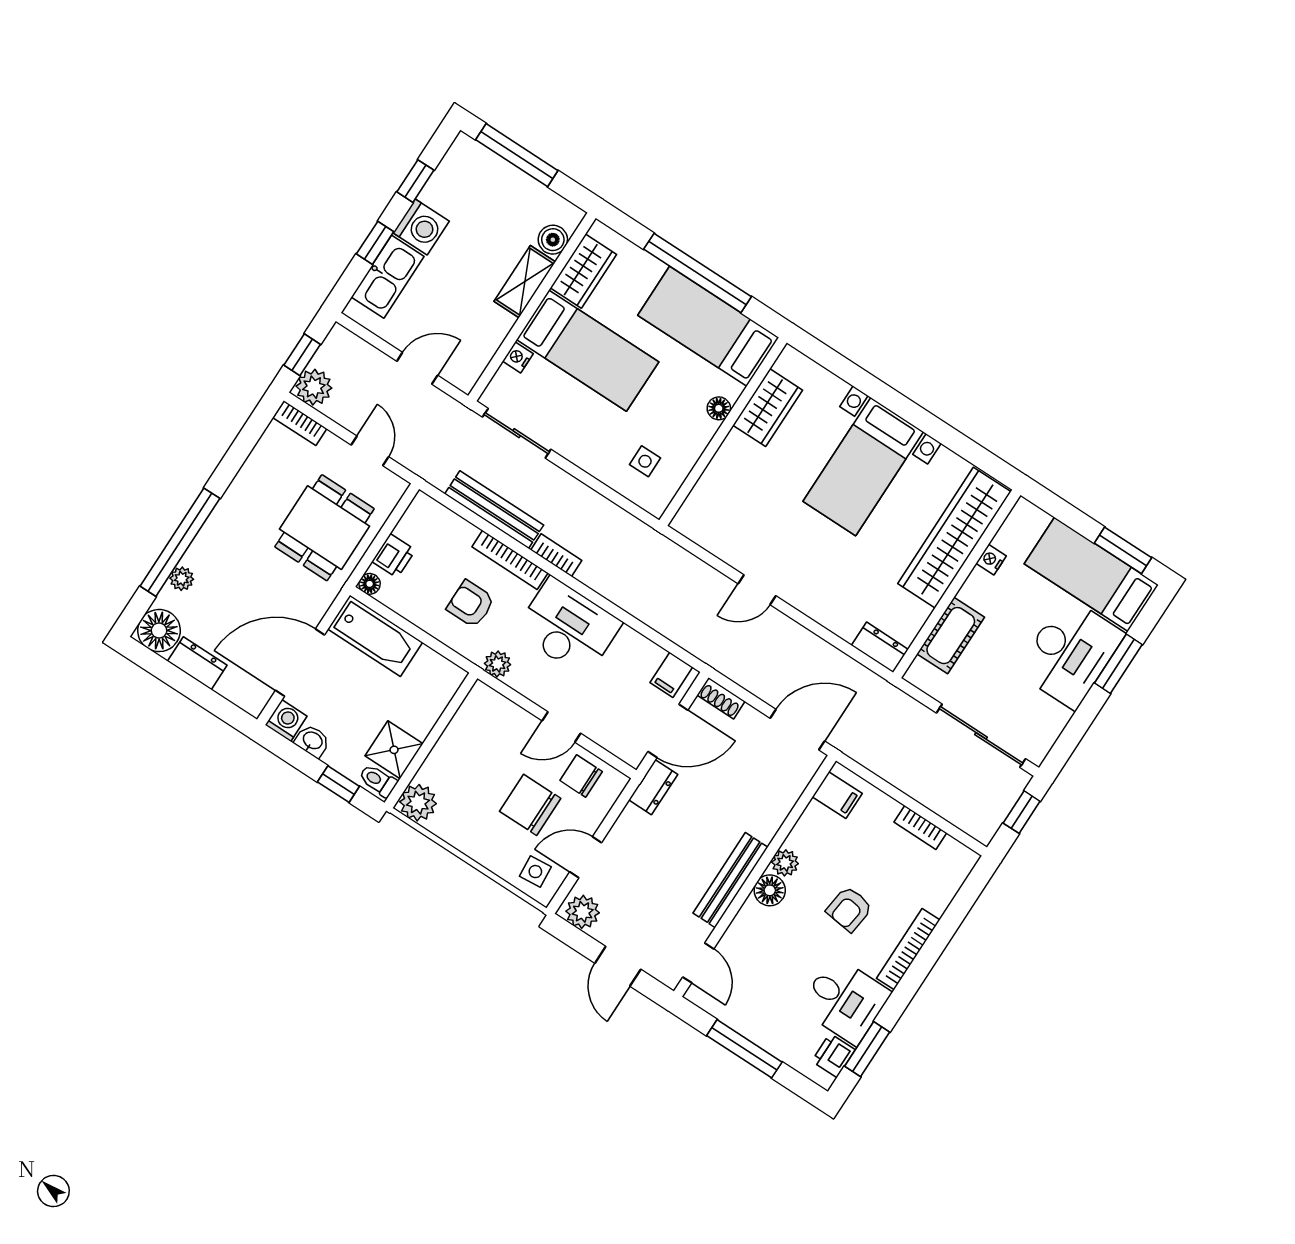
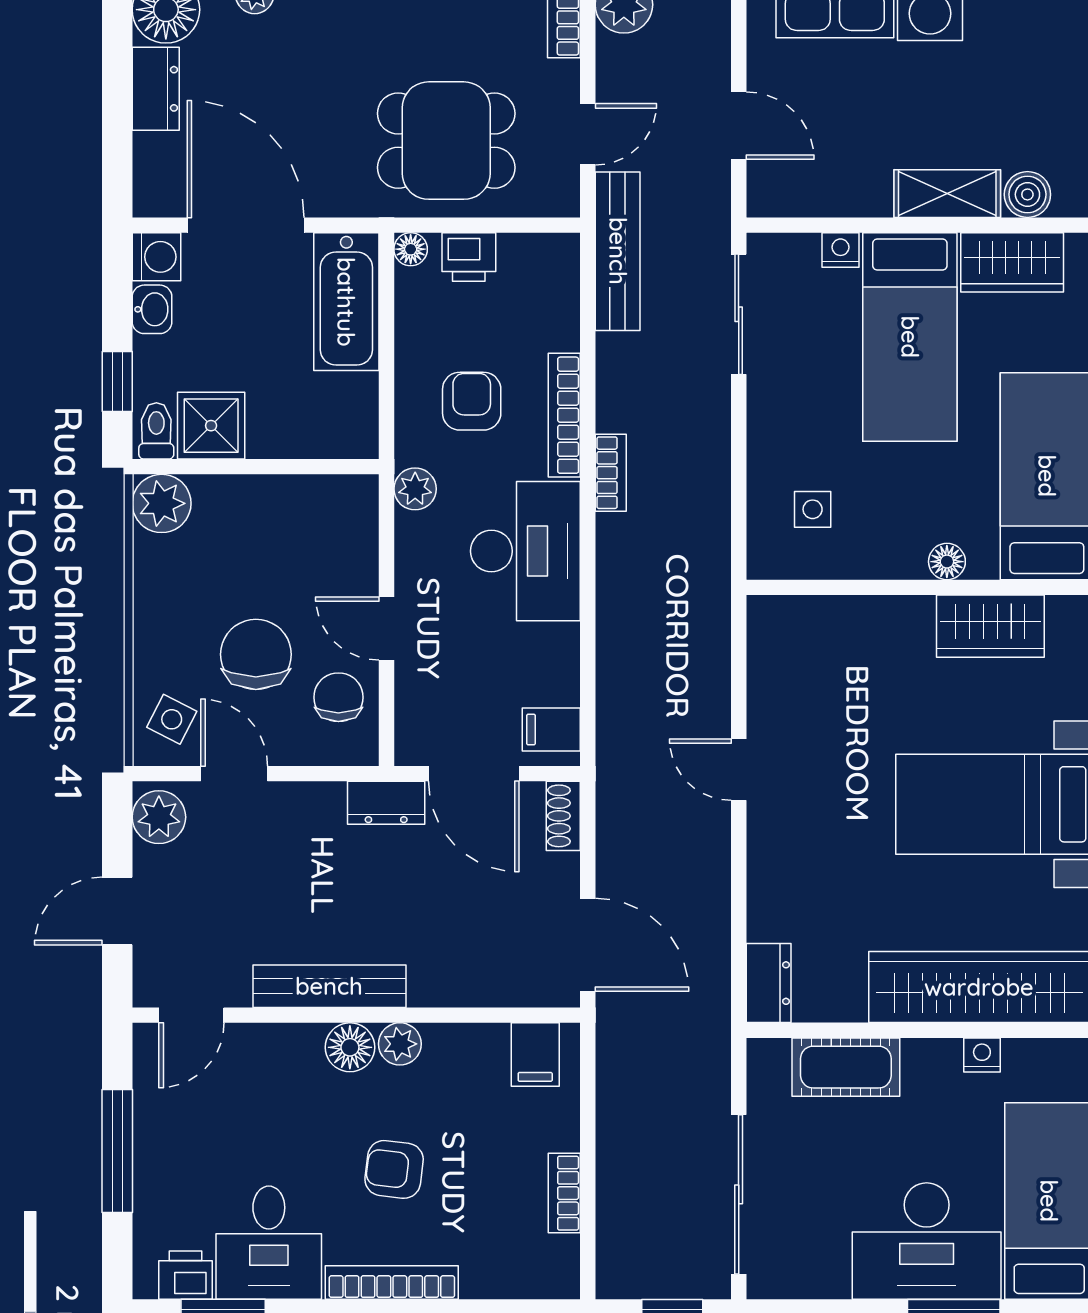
bench: (494, 510) -> (618, 251), moved
side table: (535, 872) -> (172, 719), turned 32

